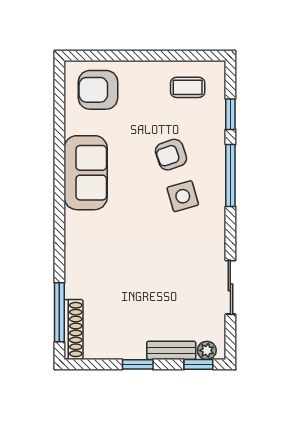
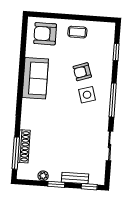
coffee table: (188, 87) -> (77, 32), moved
window: (230, 175) -> (113, 100), moved
shoe rack: (74, 329) -> (24, 146), moved
plant: (207, 350) -> (43, 176), moved

